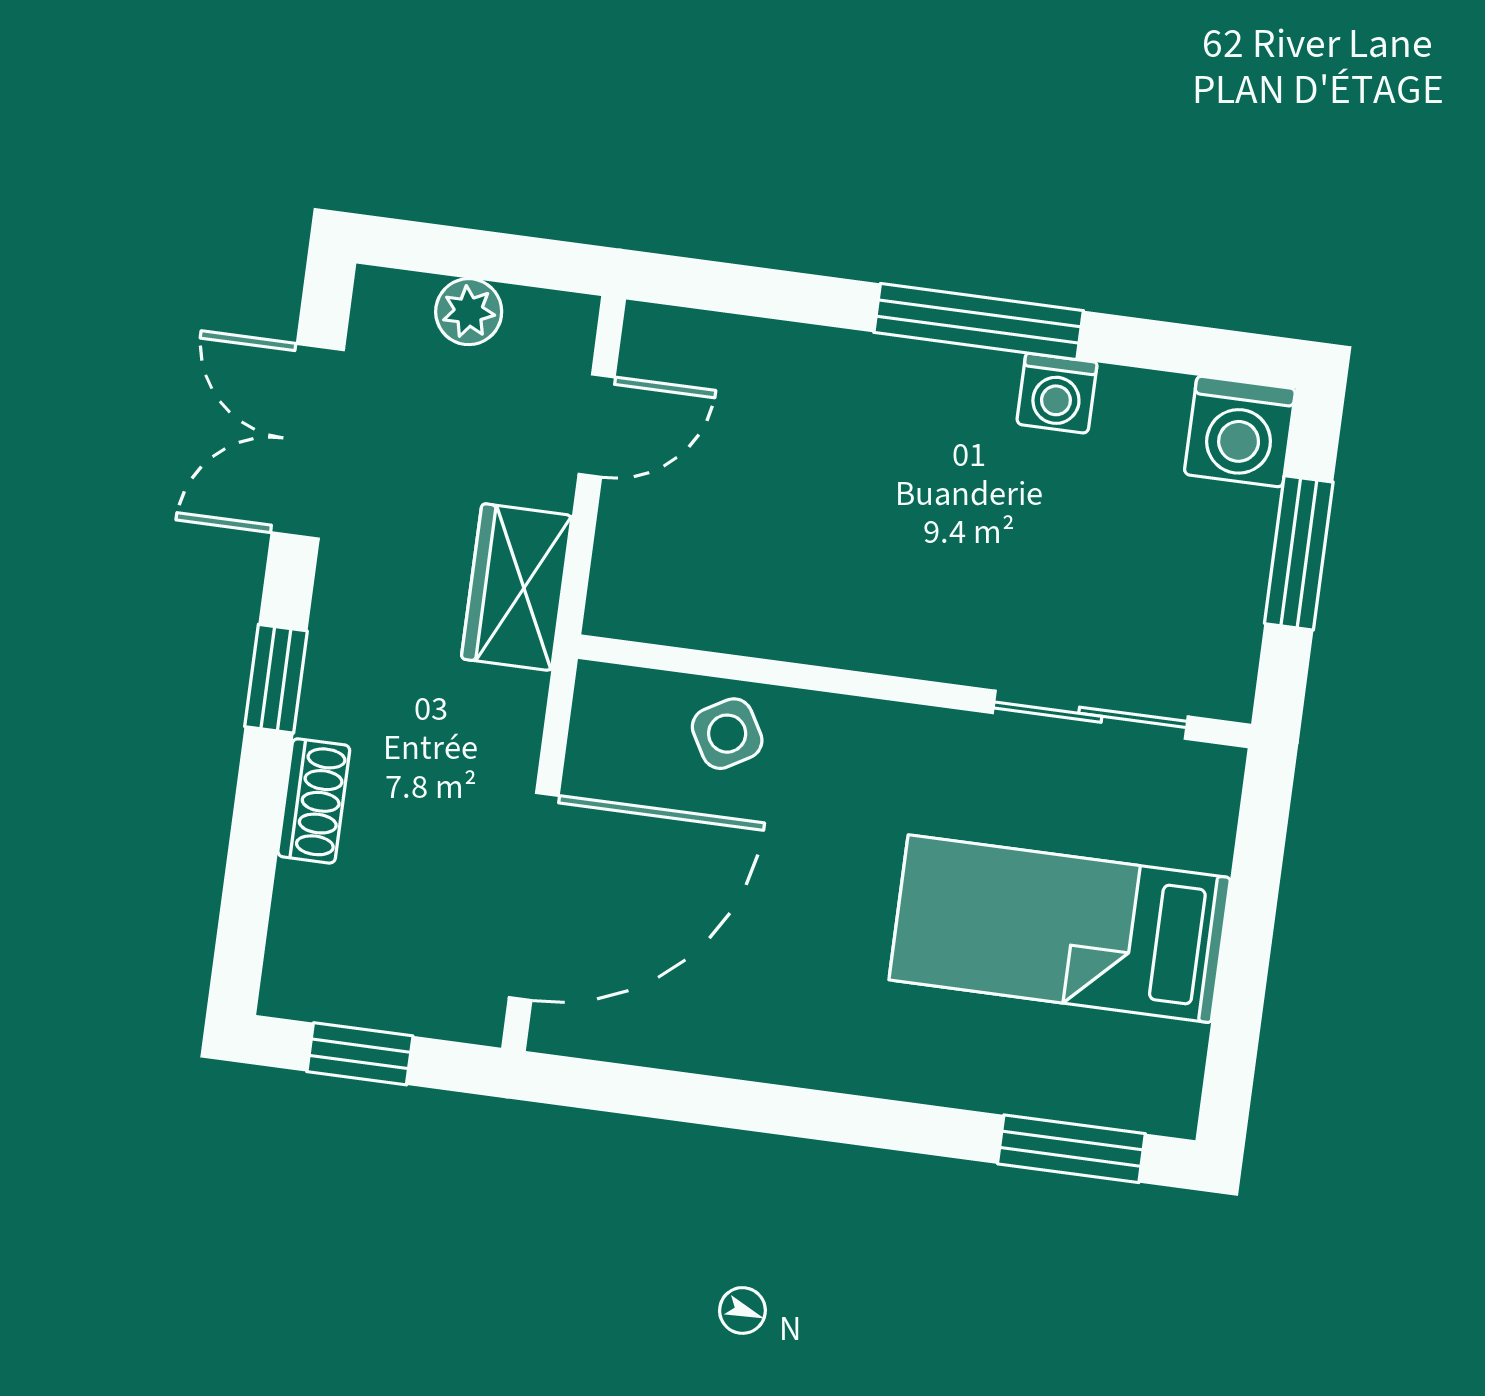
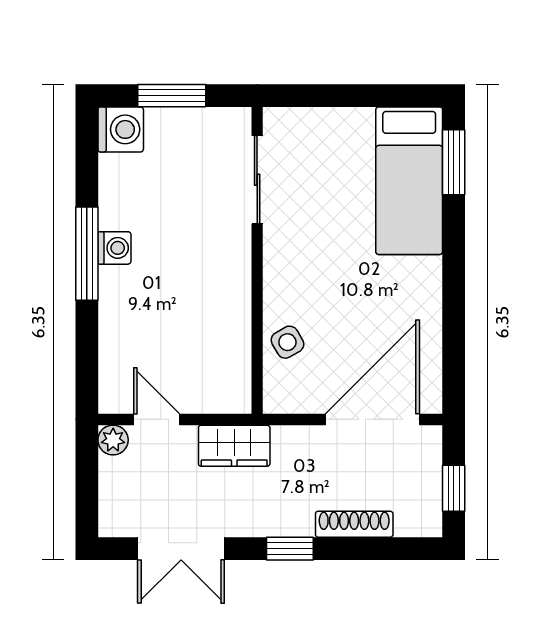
plant: (469, 312) -> (113, 440), moved
washing machine: (1057, 393) -> (114, 248), moved
shoe rack: (314, 801) -> (354, 524), width x1.43
door: (534, 896) -> (372, 419), hinge flipped
bed: (1060, 929) -> (409, 181), moved

